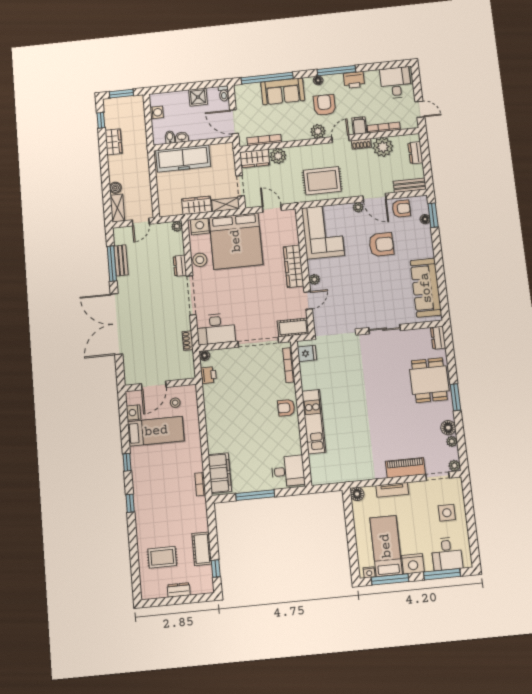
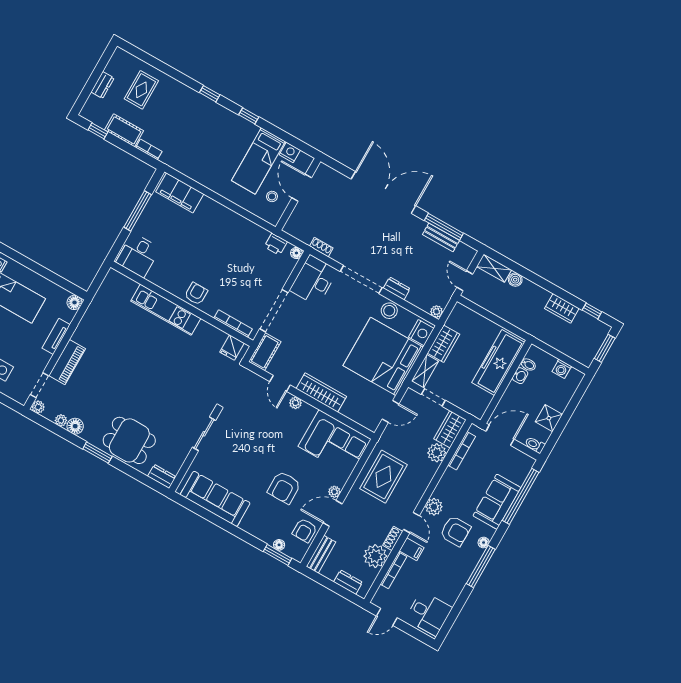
printer: (354, 80) -> (460, 576), removed
bookcase: (200, 484) -> (149, 149), moved

